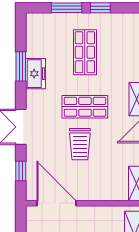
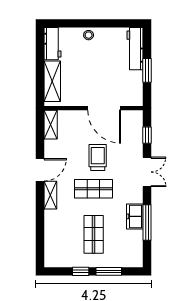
window: (21, 66) -> (147, 223), width x1.44
door: (56, 203) -> (104, 108), moved

